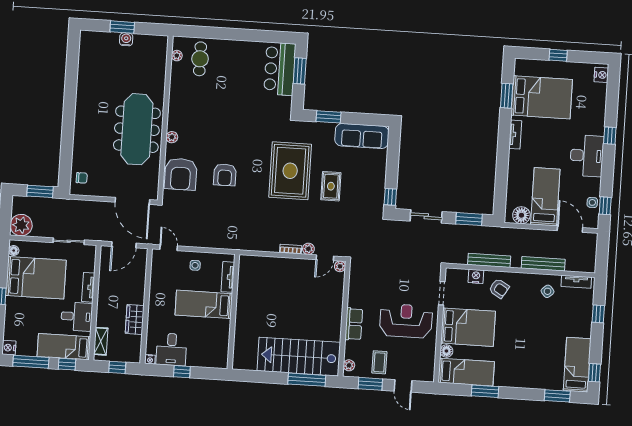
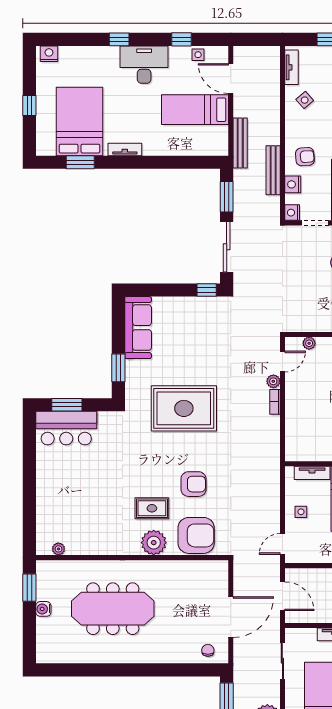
window: (122, 27) -> (29, 588), moved
cafe table: (200, 59) -> (60, 522), removed
meeting table: (137, 129) -> (113, 609), moved
plant: (172, 137) -> (154, 543), width x1.87, depth x1.87
rug: (331, 186) -> (152, 508), moved
door: (132, 201) -> (231, 617), moved
window: (605, 206) -> (181, 39), moved
floor lamp: (521, 215) -> (218, 136), removed
sliding door: (426, 216) -> (227, 247), width x1.37
door: (570, 229) -> (231, 79), hinge flipped
door: (325, 258) -> (282, 362), hinge flipped
bench: (543, 264) -> (240, 143), moved
plant: (340, 266) -> (309, 343), moved
nightstand: (452, 274) -> (292, 213), added
armchair: (499, 288) -> (305, 157), turned 55

